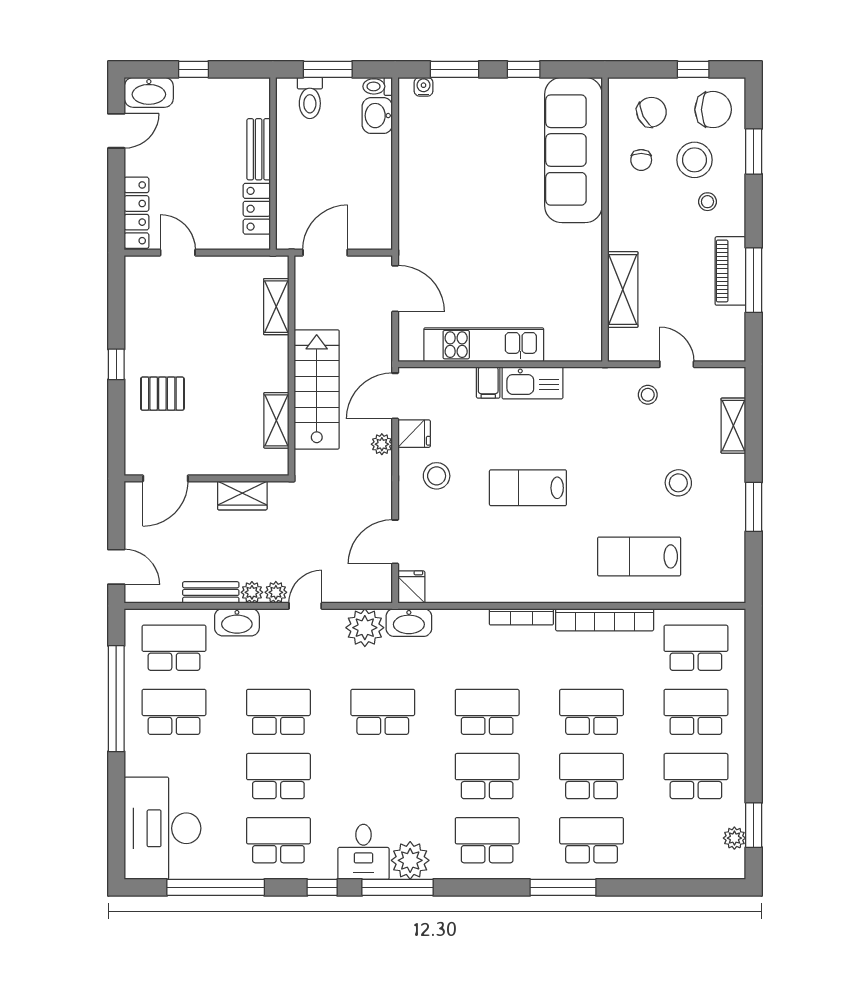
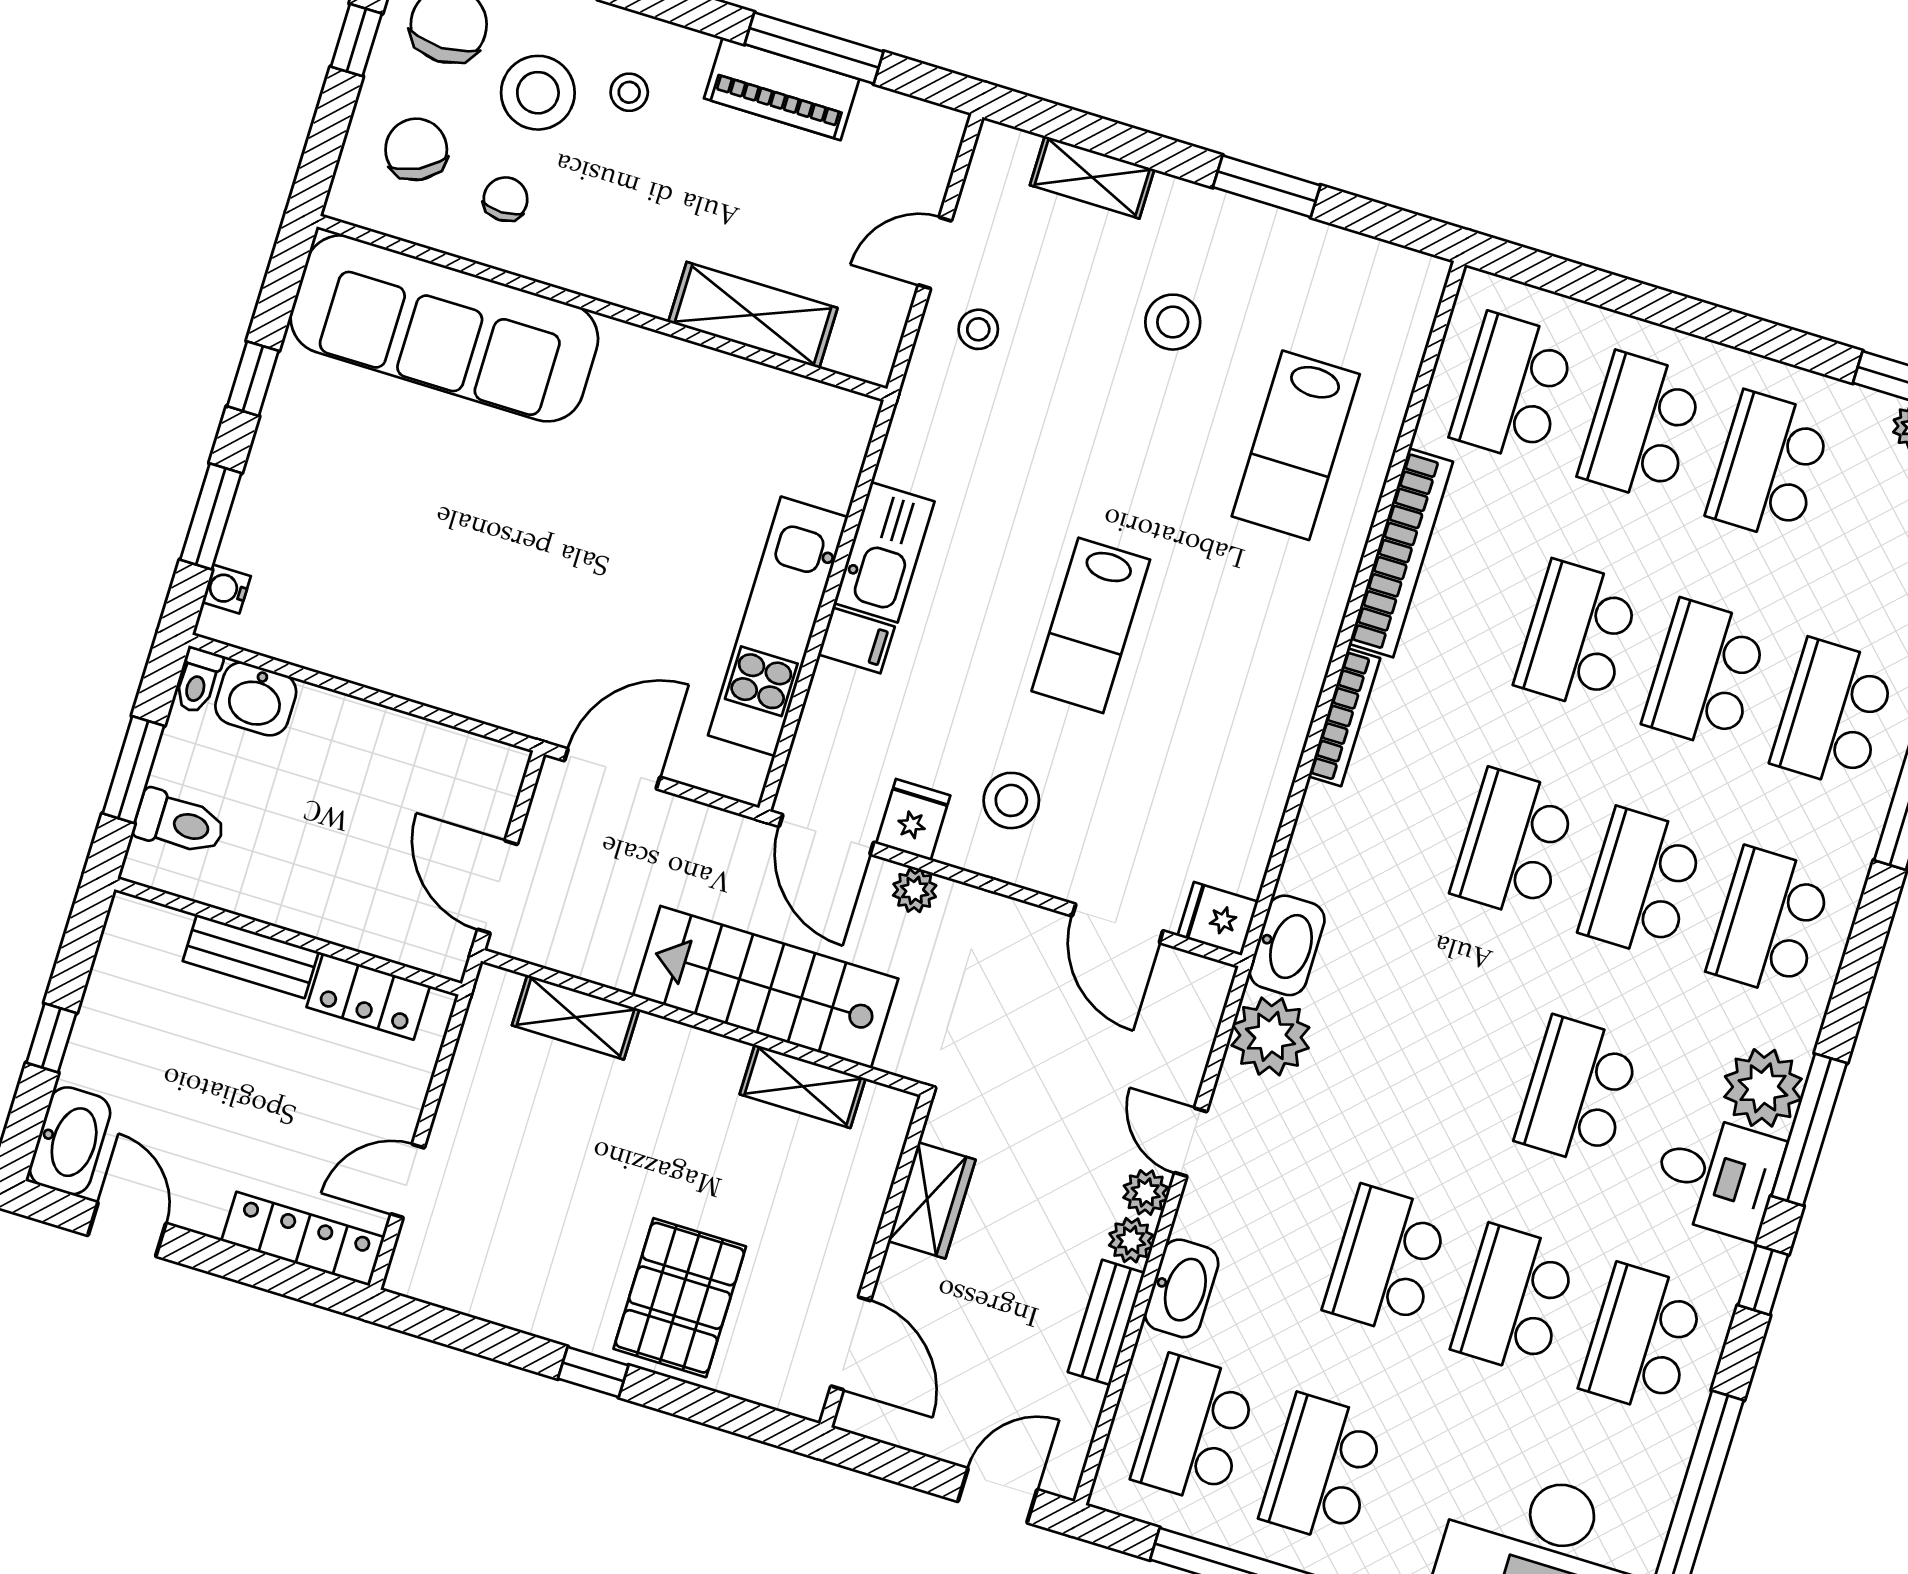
chair: (641, 160) -> (506, 199), turned -90
pallet: (162, 394) -> (680, 1298), width x1.50, depth x1.42
school desk: (383, 712) -> (1578, 1091), moved

